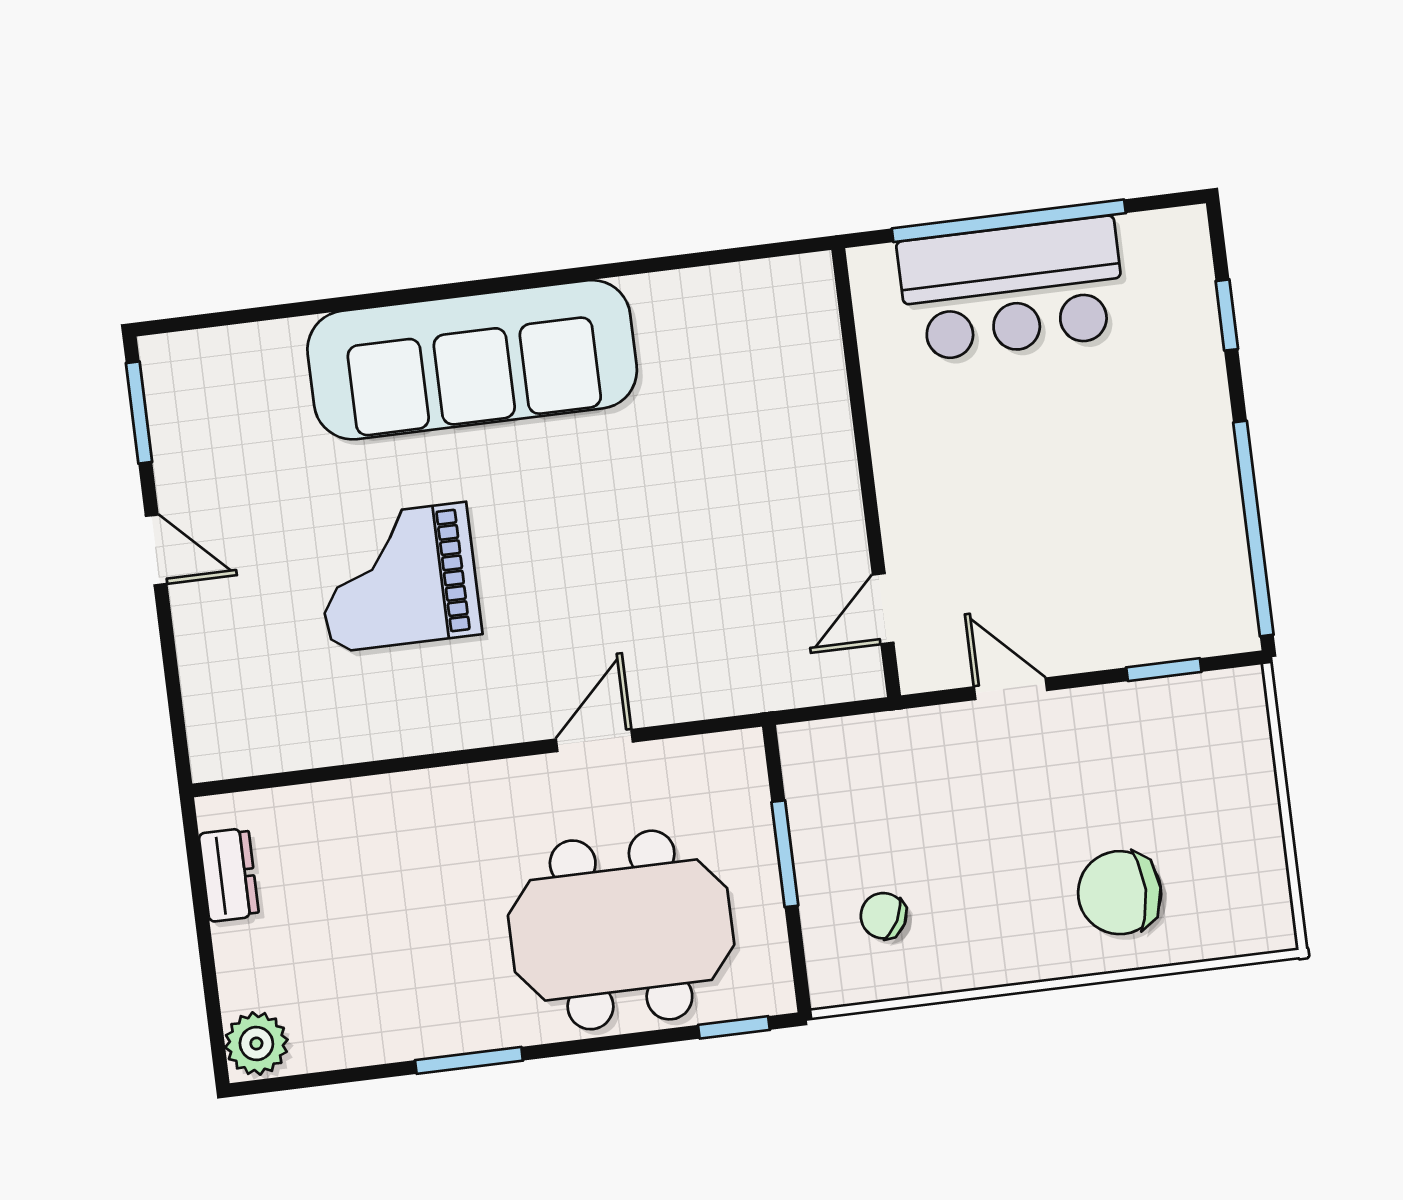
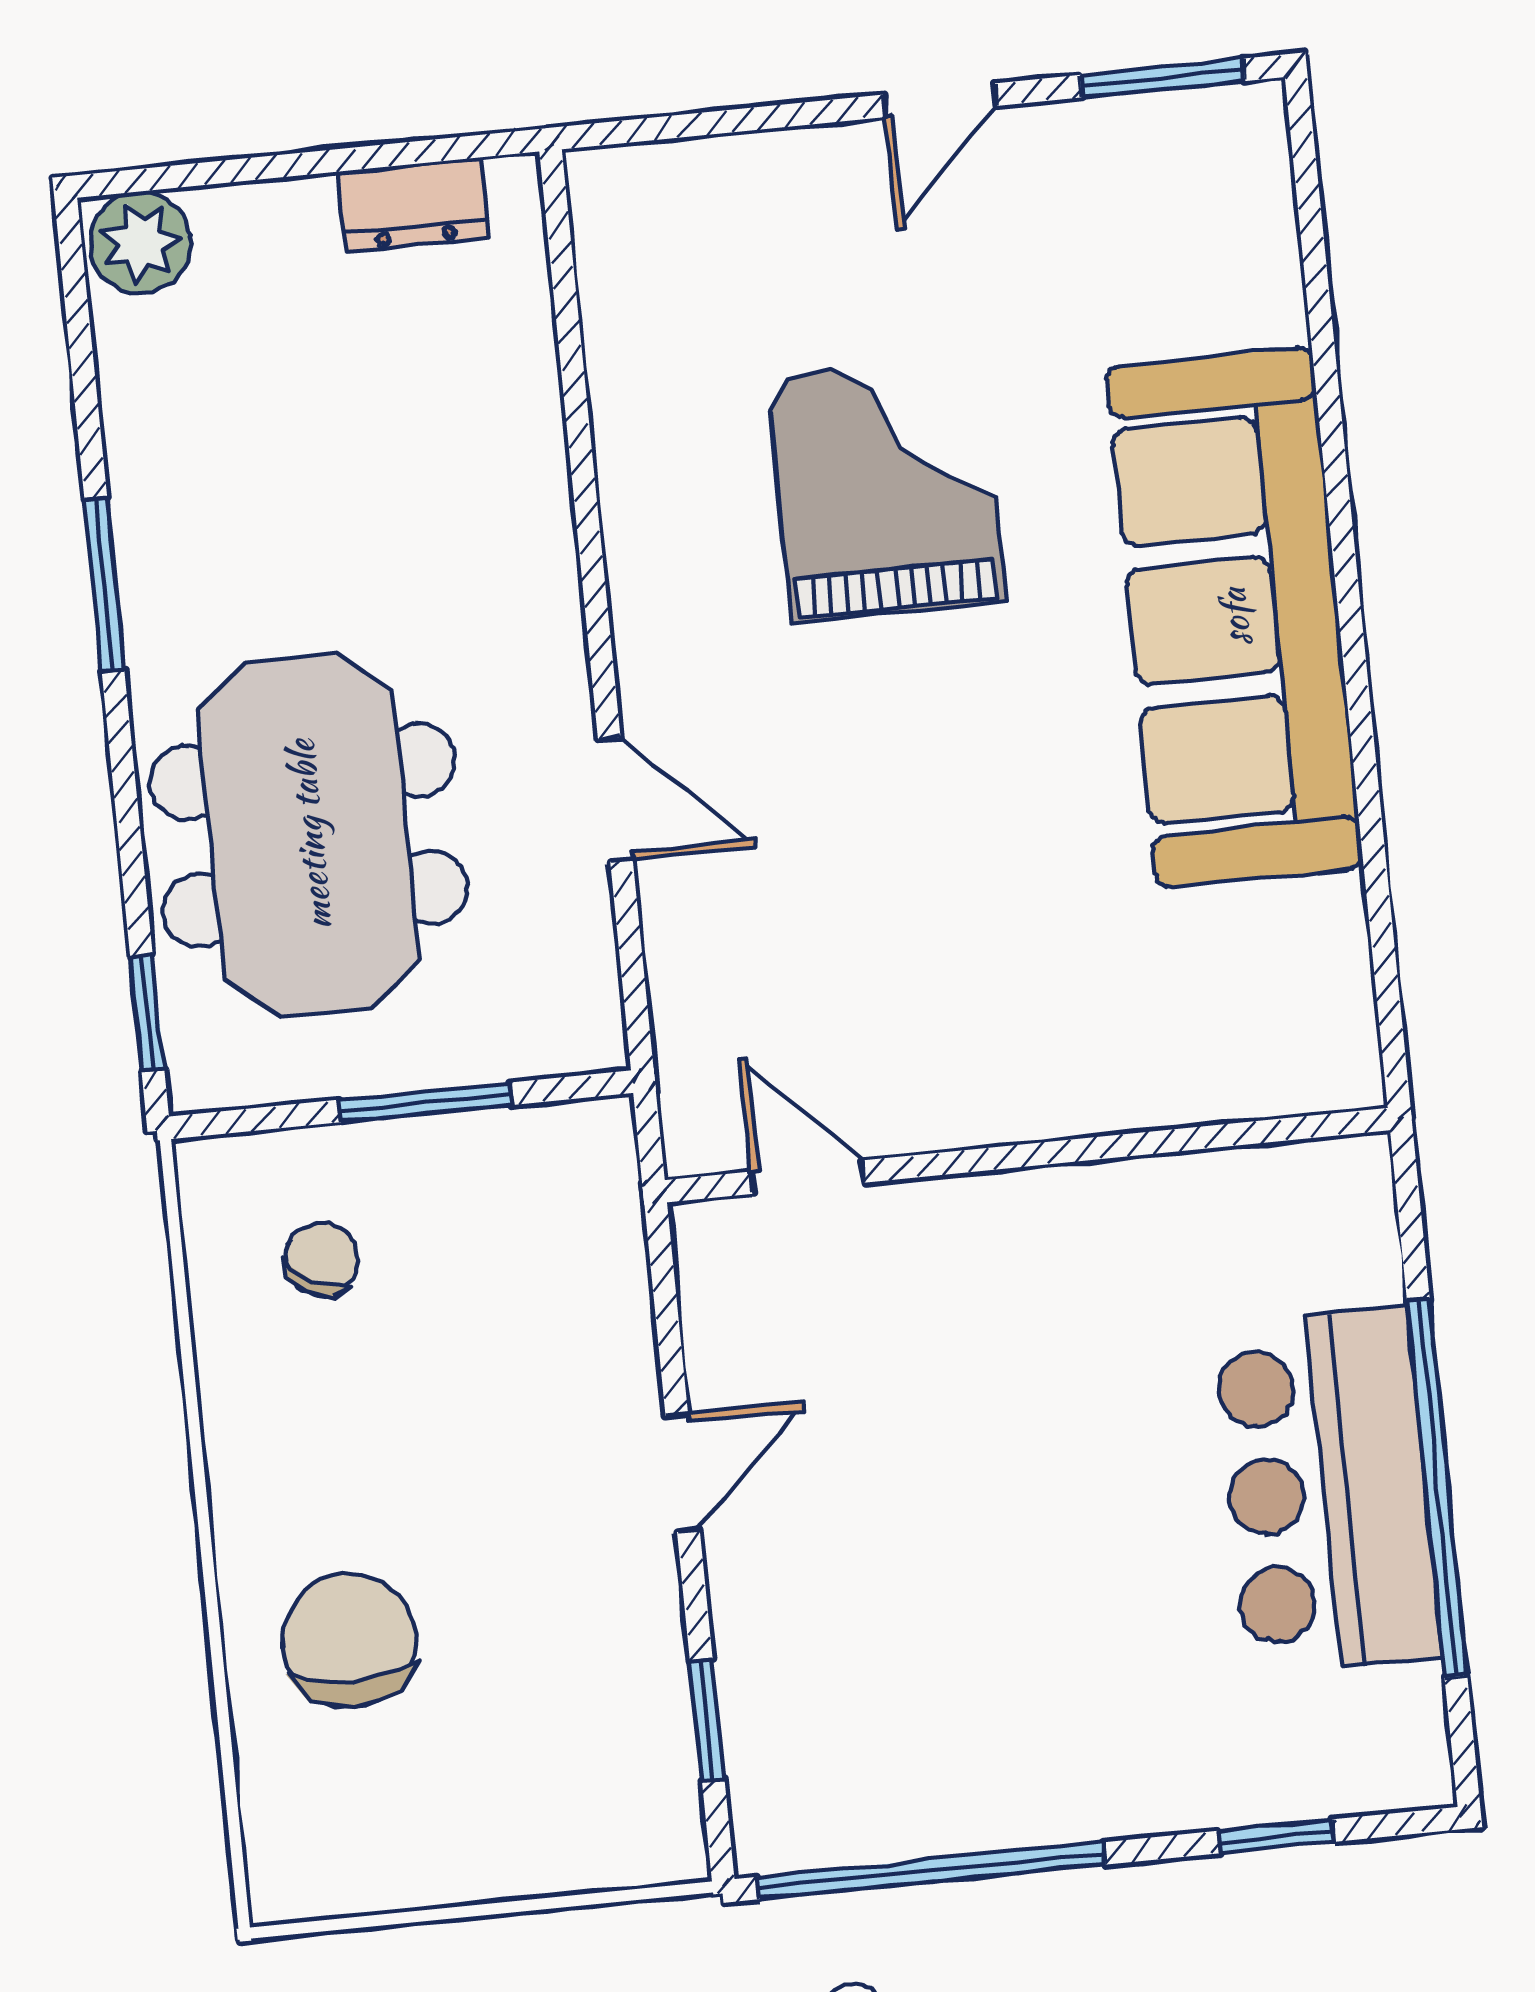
wall: (866, 473) -> (1027, 1155), moved
door: (883, 609) -> (807, 1177), moved

